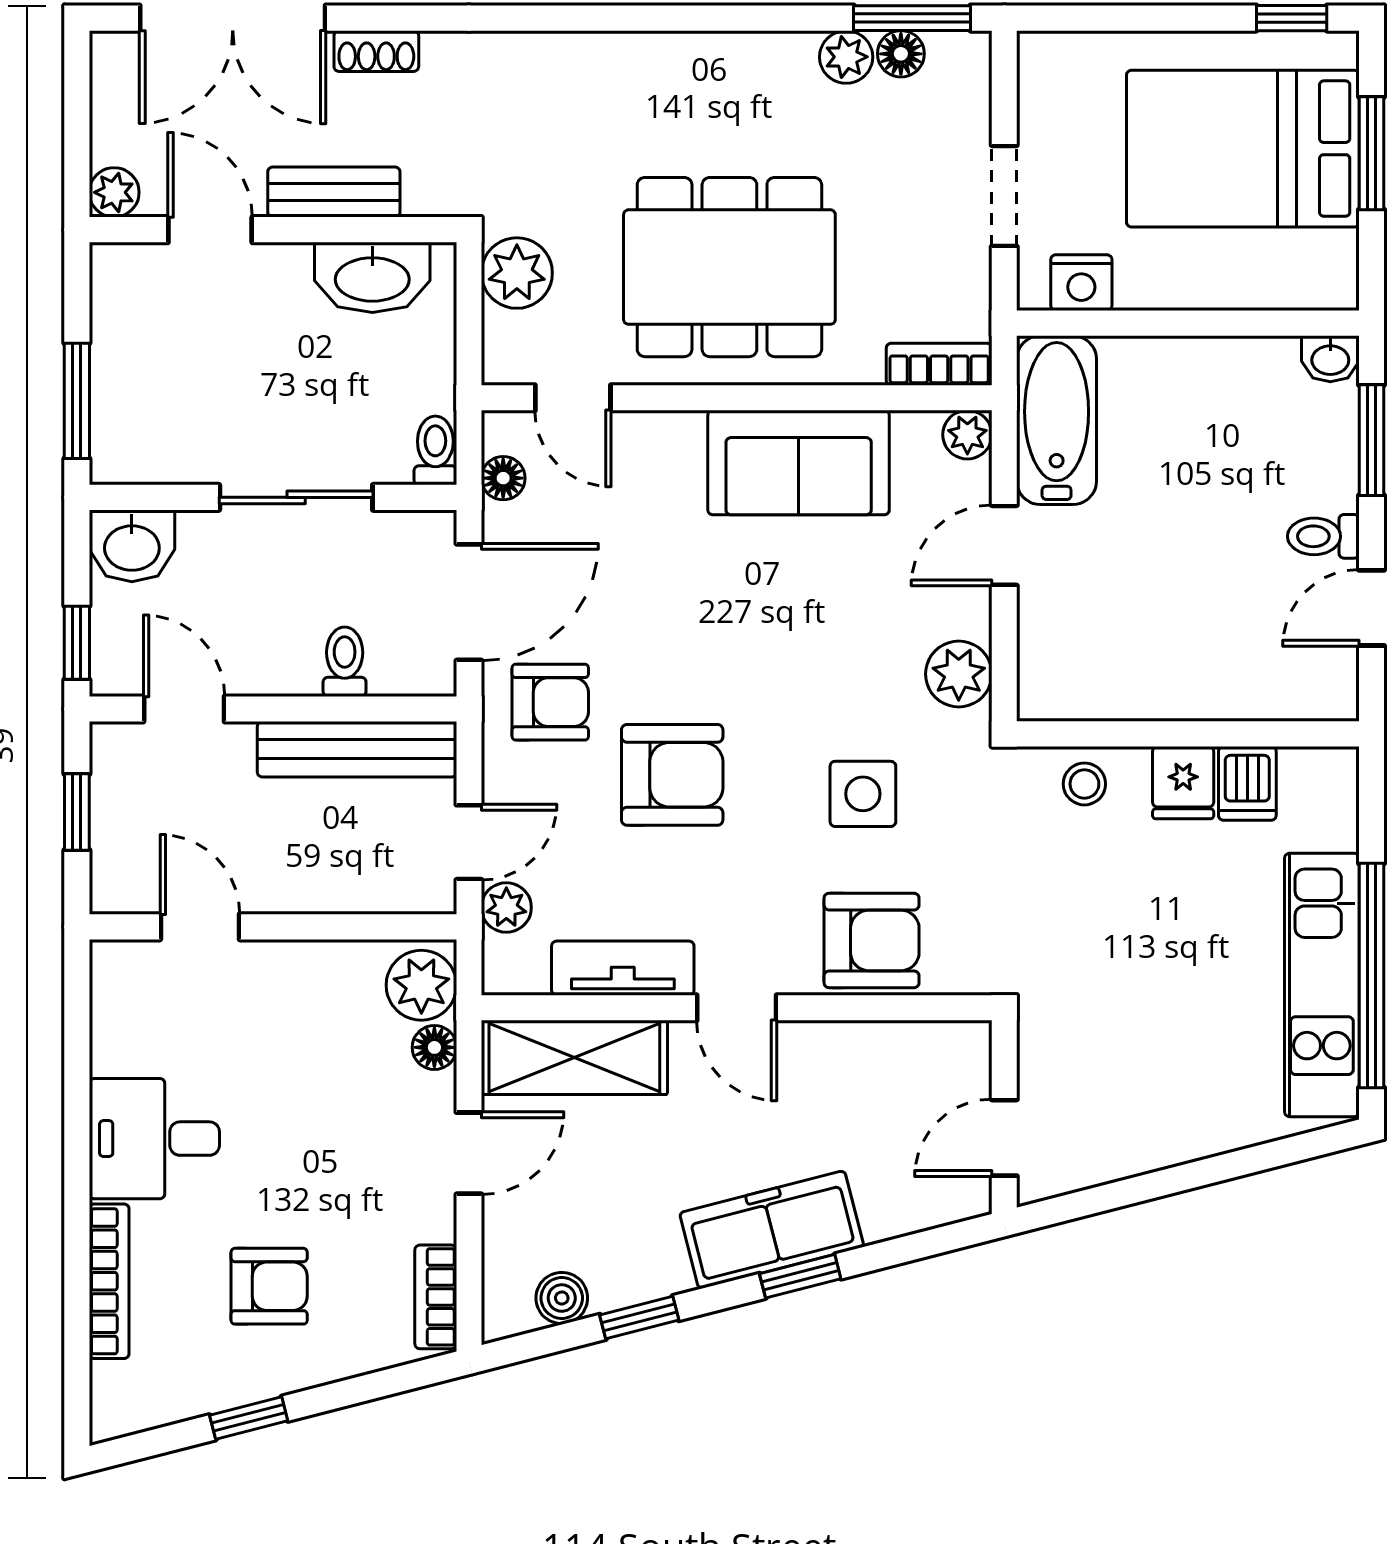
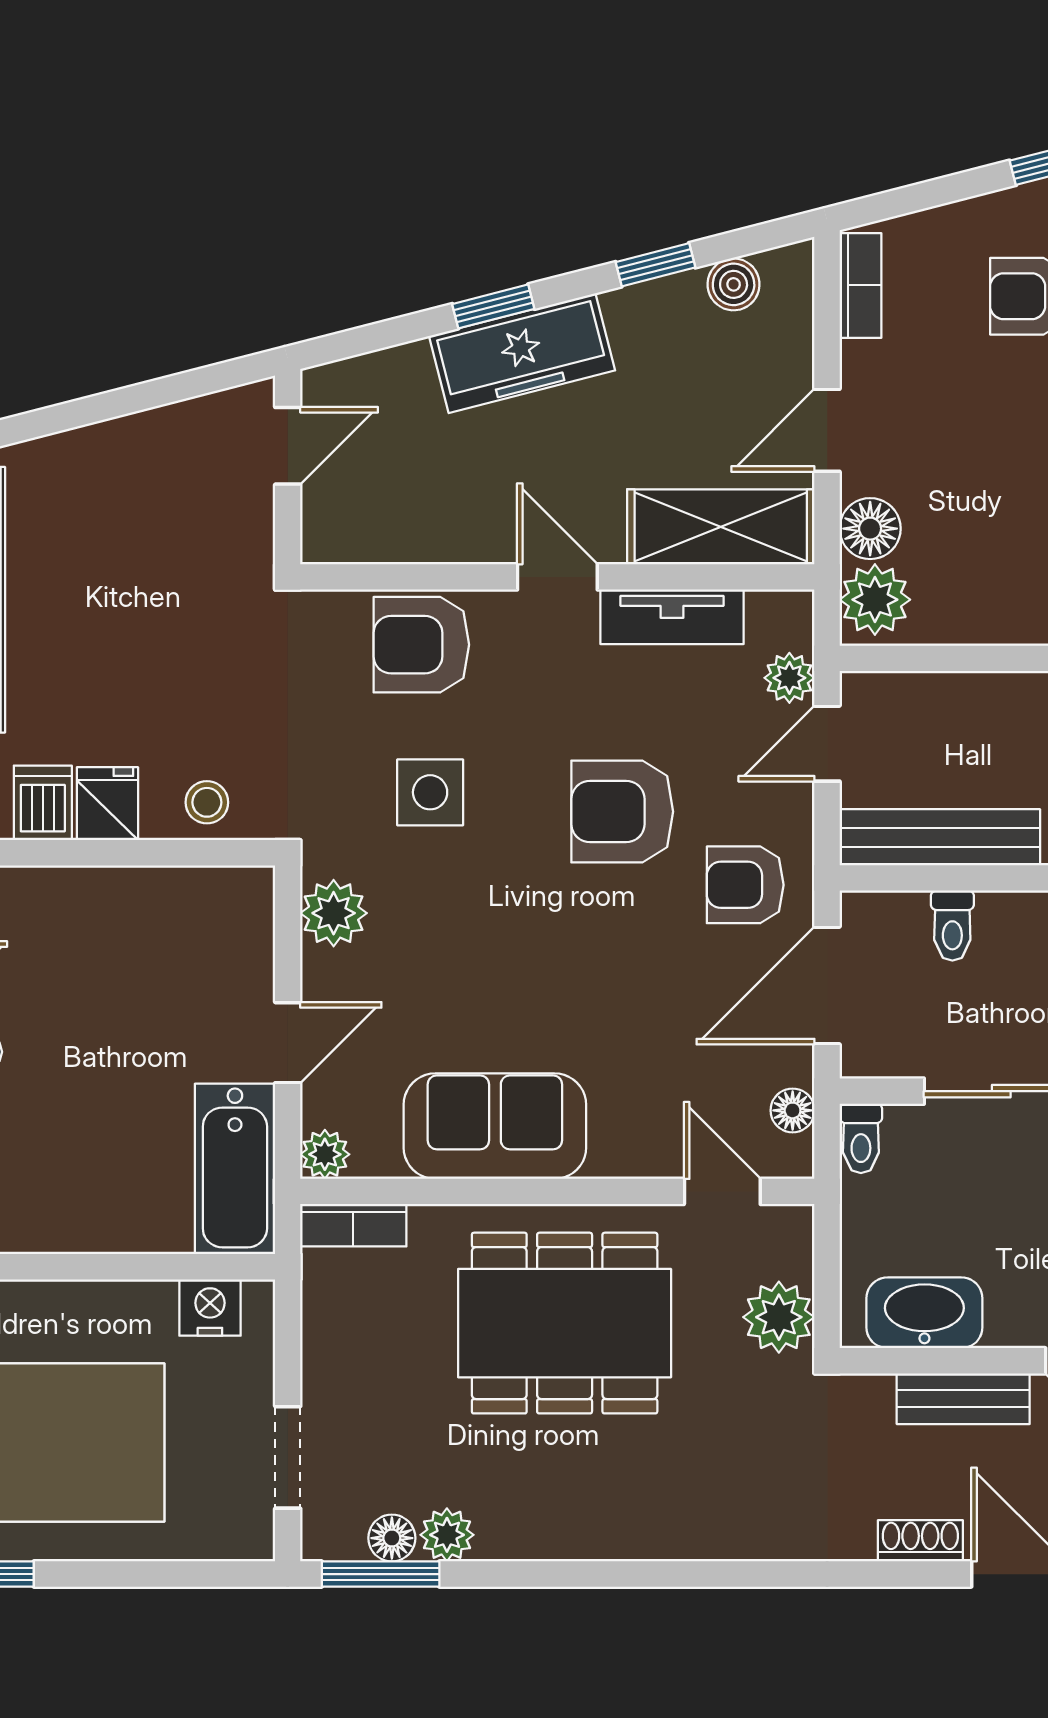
doorway: (1004, 196) -> (288, 1457), moved
floor lamp: (434, 1047) -> (870, 529), width x1.37, depth x1.37

